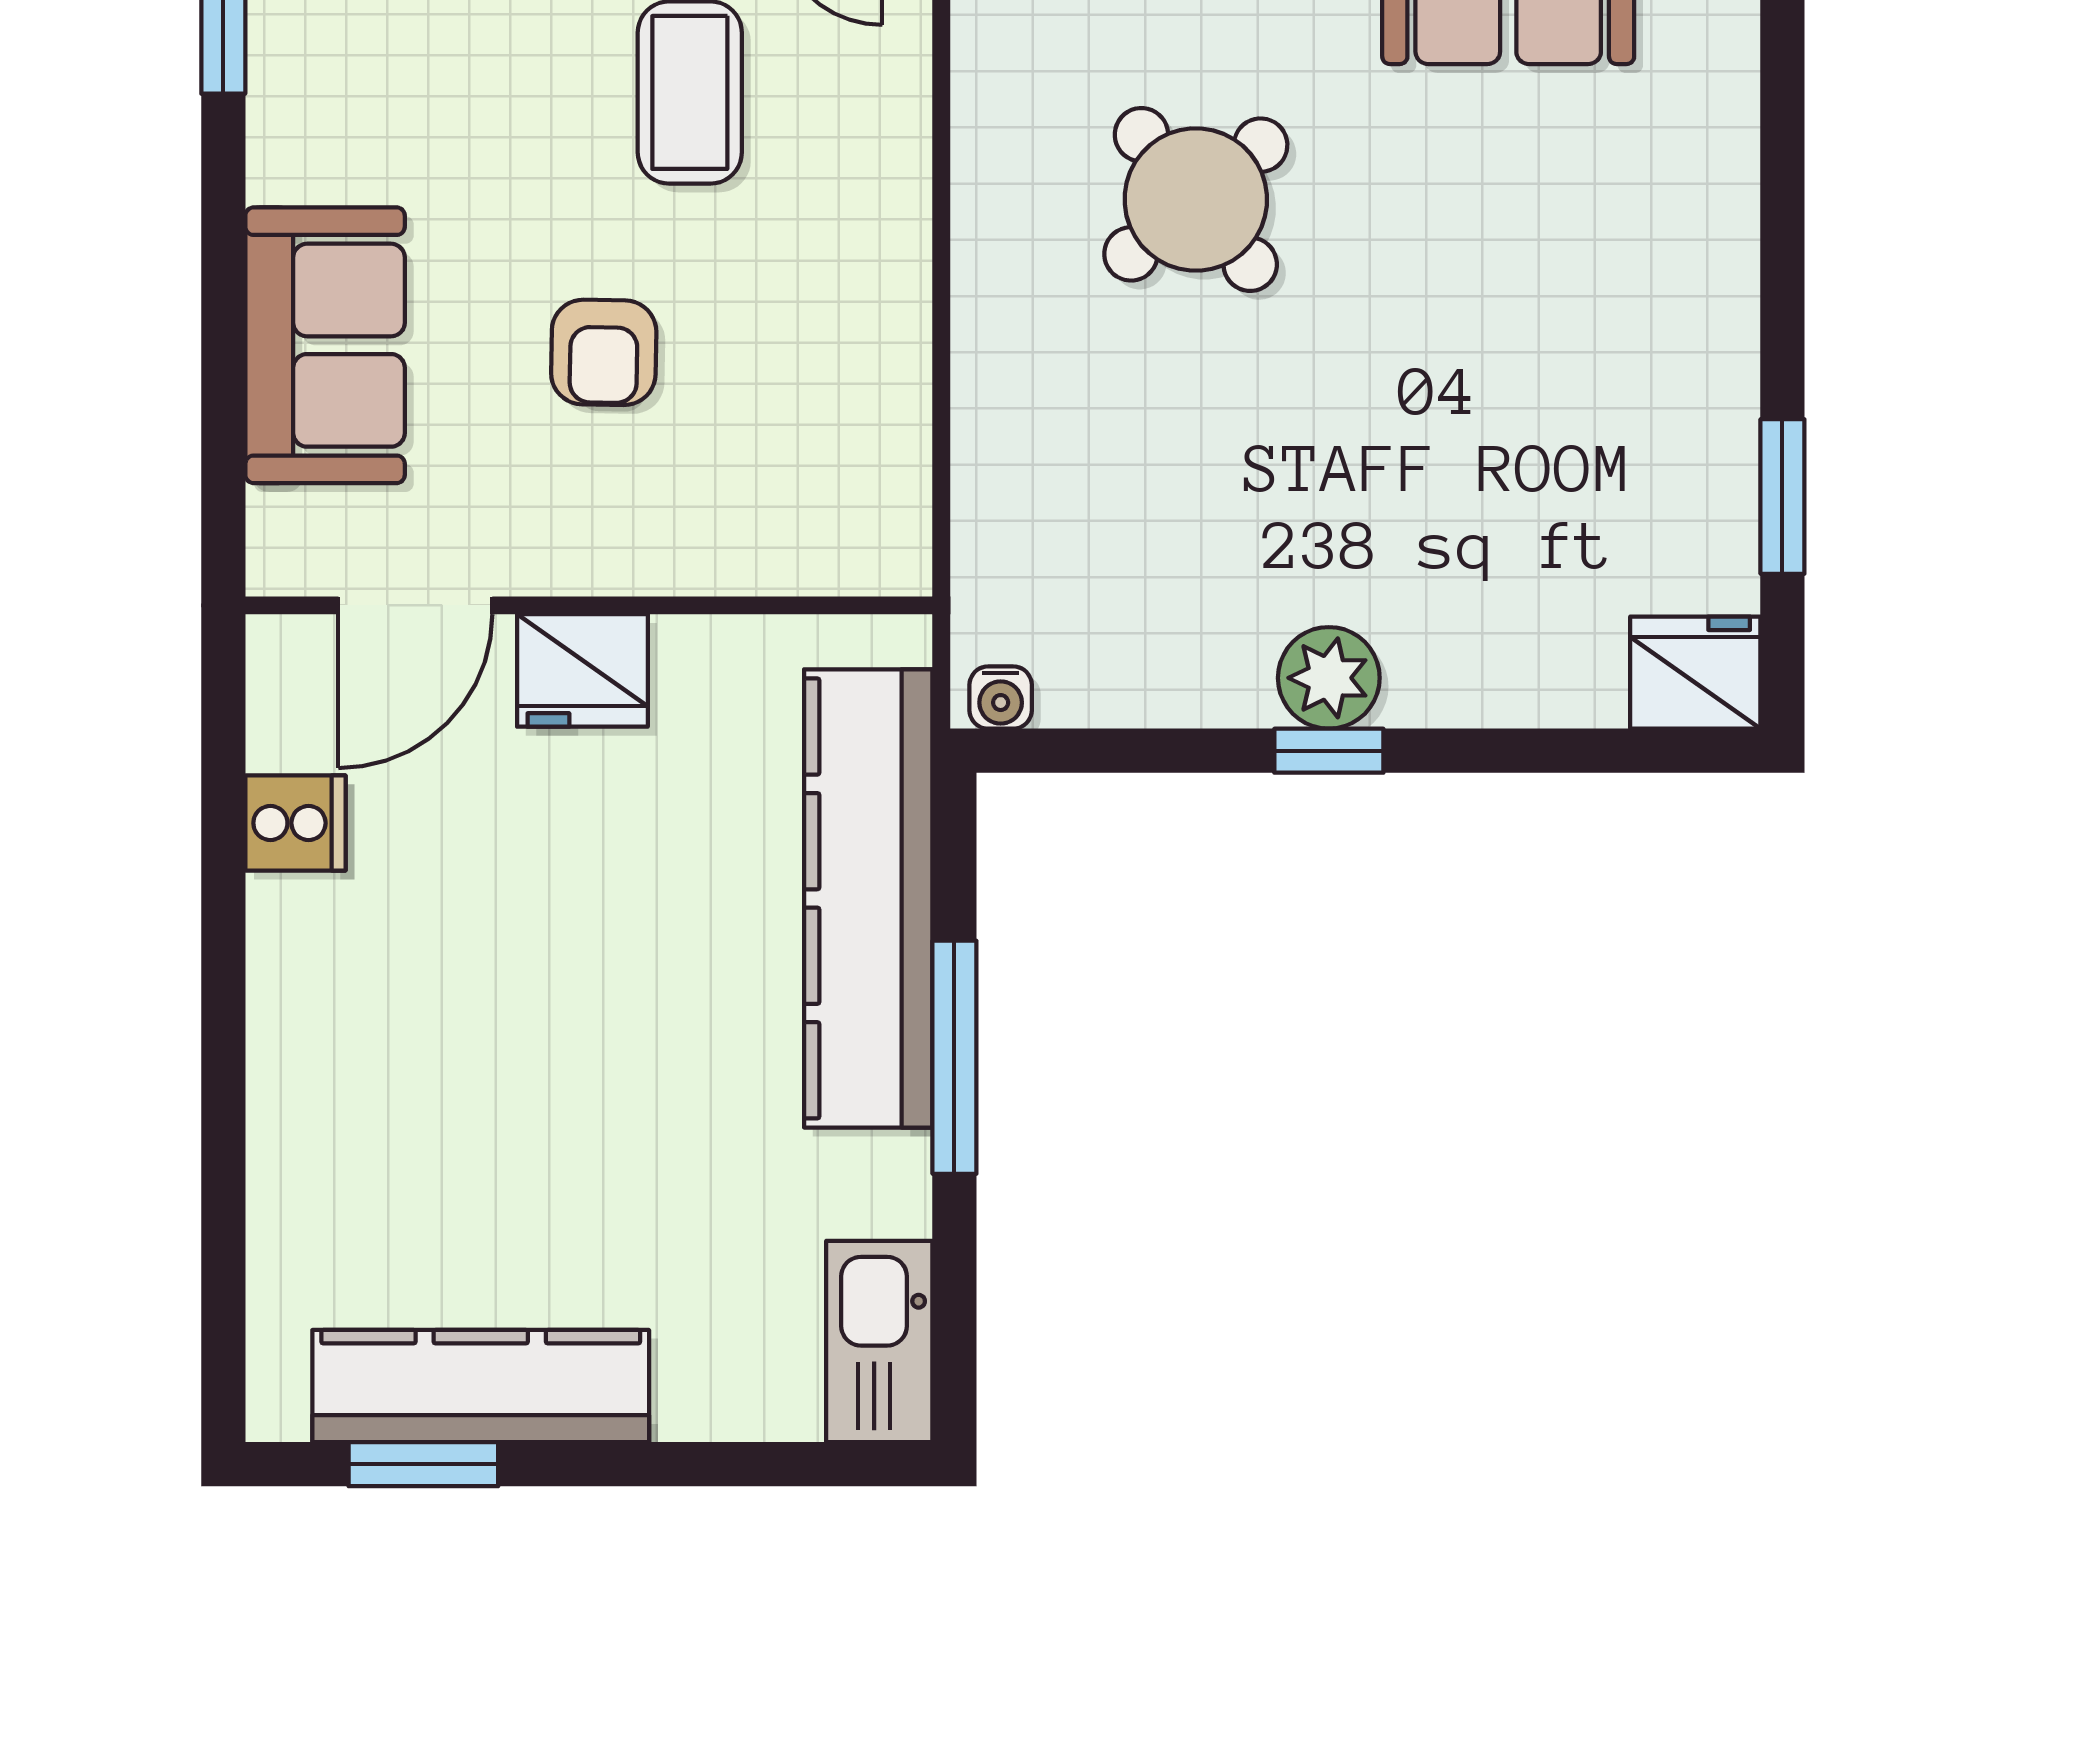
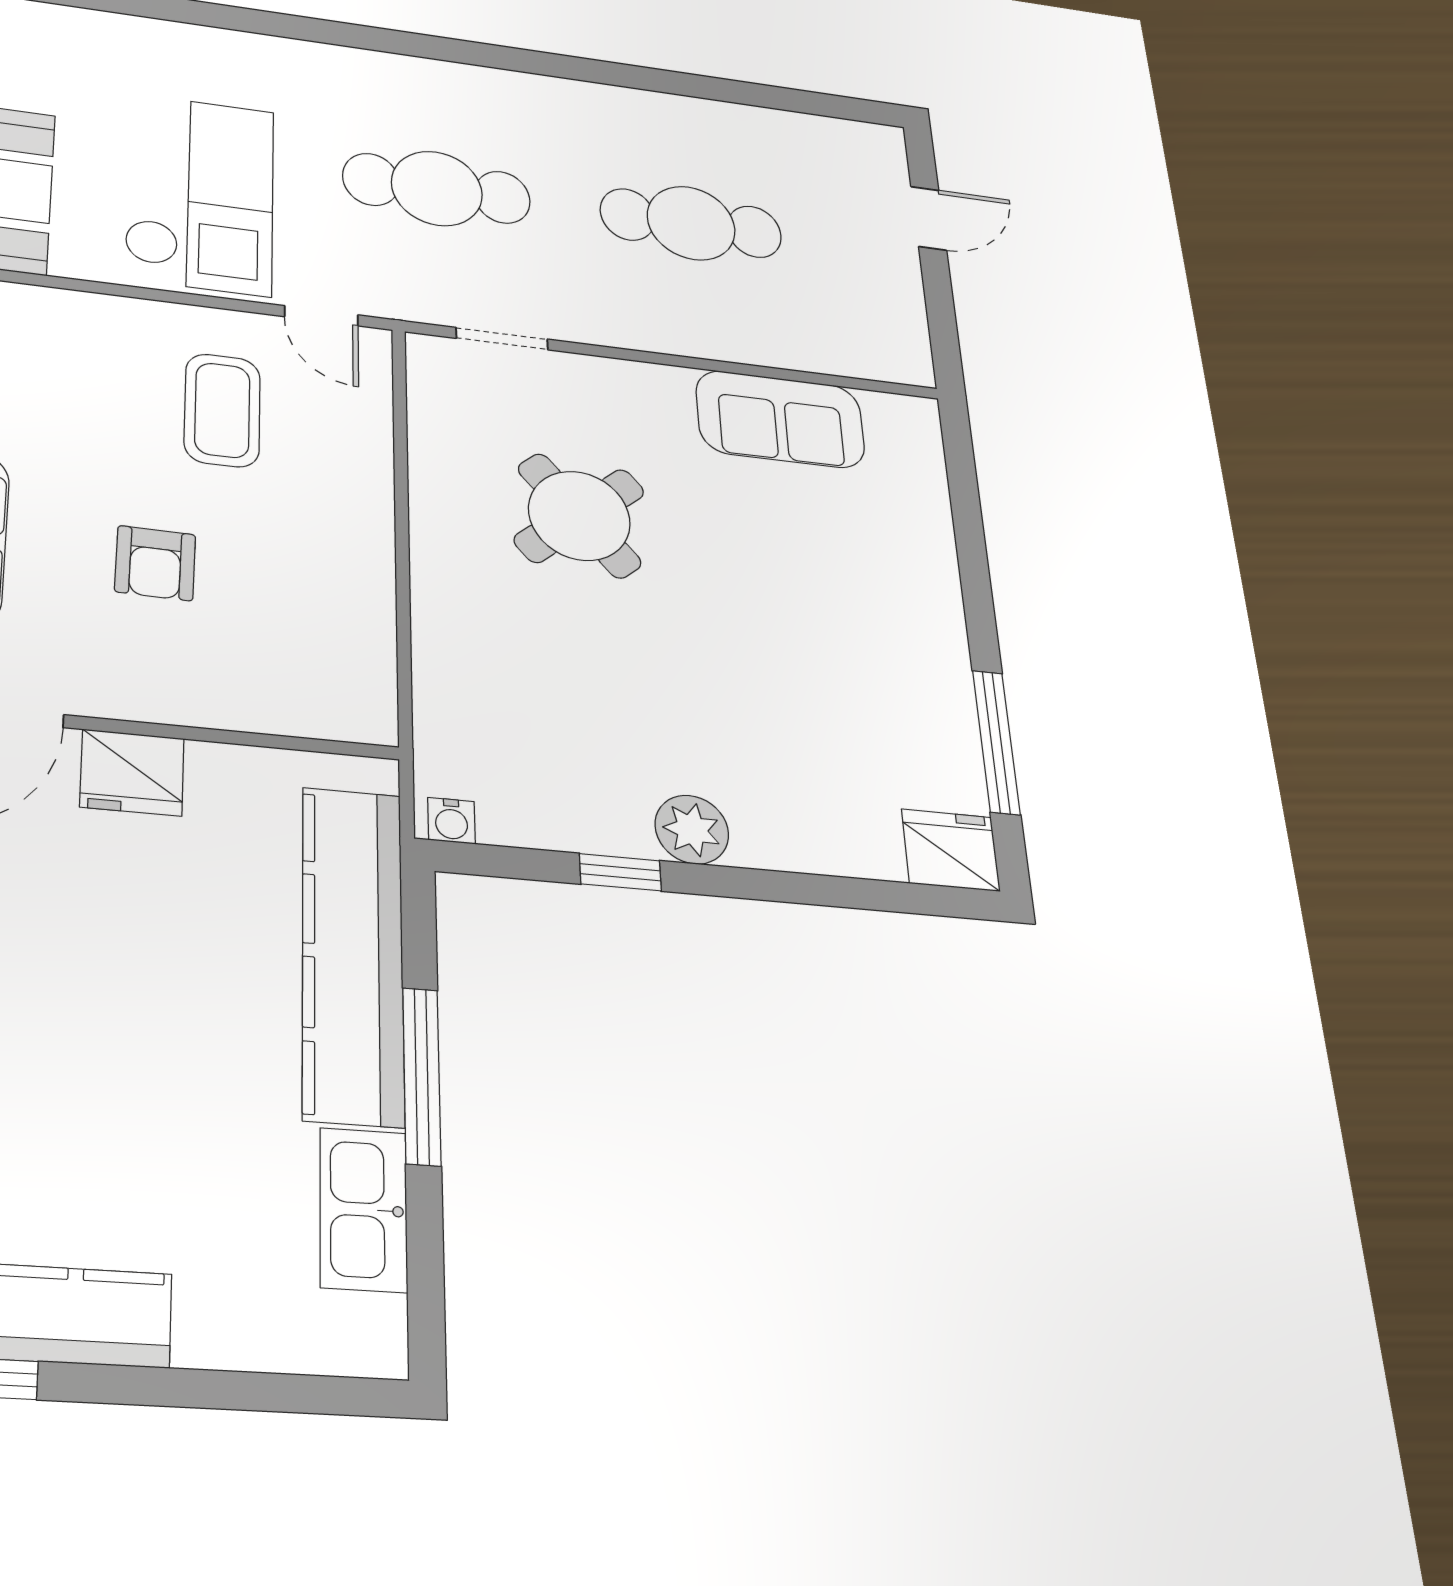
window: (1782, 497) -> (996, 742), width x1.44
window: (1329, 751) -> (620, 872), moved
kitchen sink: (879, 1341) -> (363, 1210), moved

